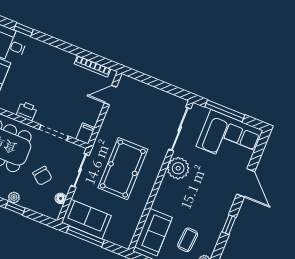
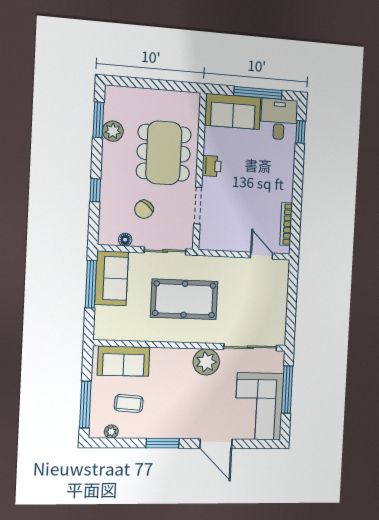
filing cabinet: (85, 133) -> (209, 242), removed
door: (246, 183) -> (216, 444), hinge flipped
plant: (14, 197) -> (107, 184), removed
window: (229, 225) -> (163, 443), width x1.50

